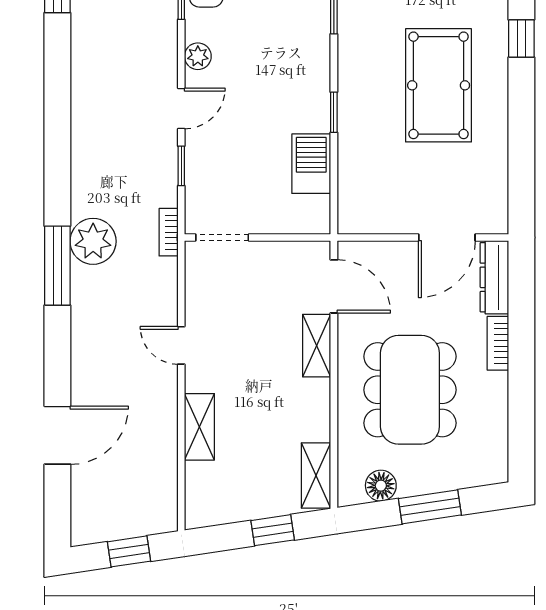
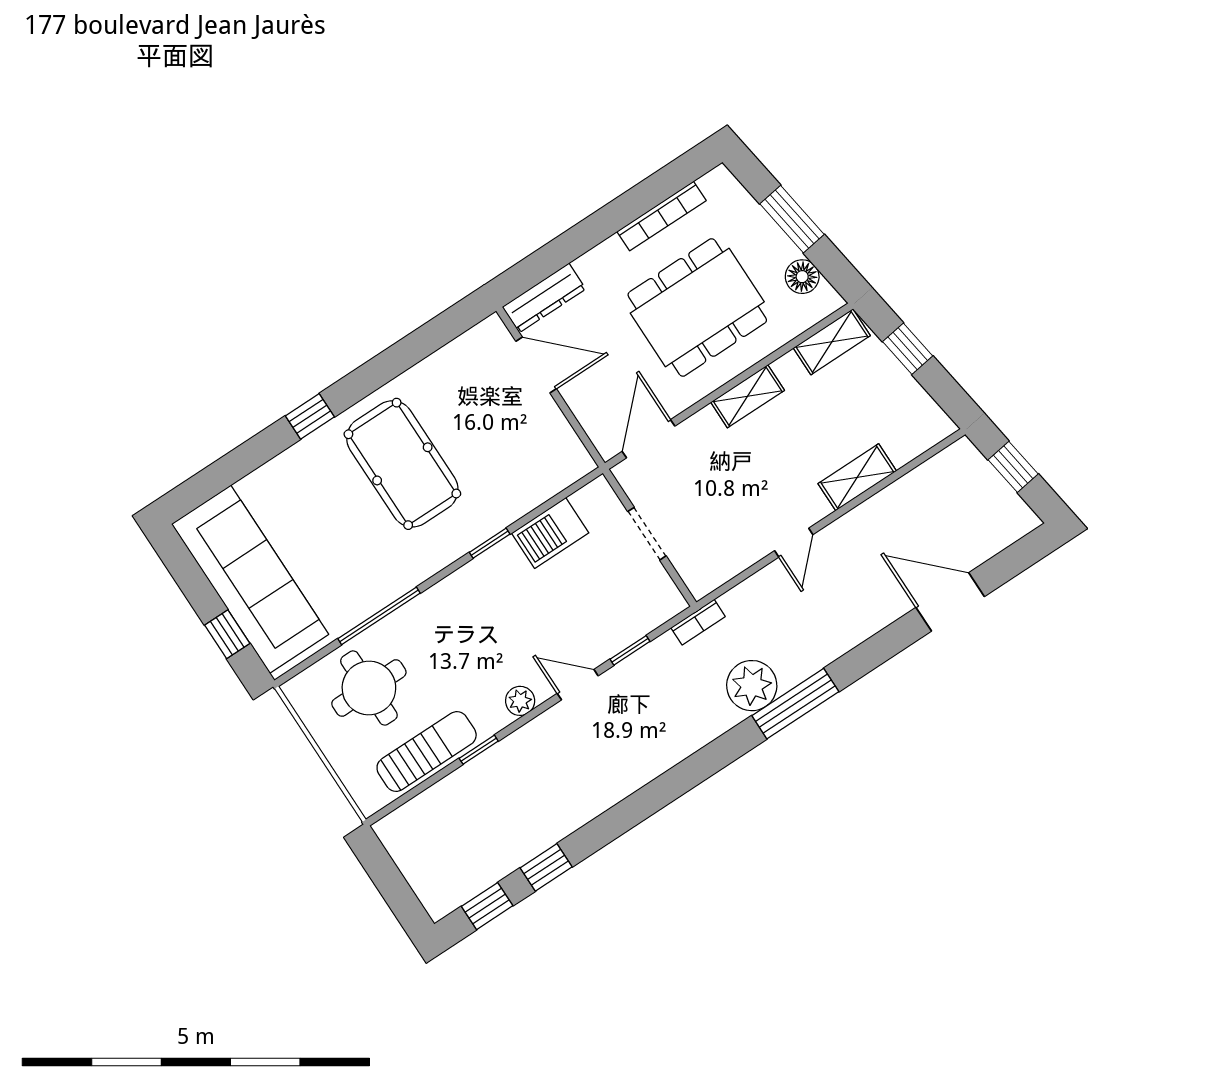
pool table: (439, 85) -> (402, 464), turned 90
doorway: (222, 237) -> (647, 534), moved
bookcase: (498, 343) -> (662, 216), moved, width x1.56
shelving: (317, 346) -> (748, 396), moved

